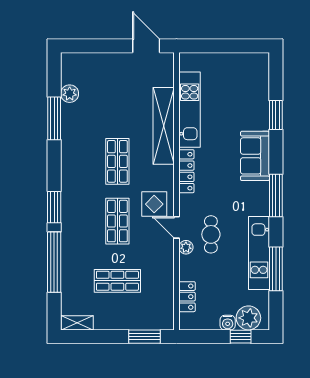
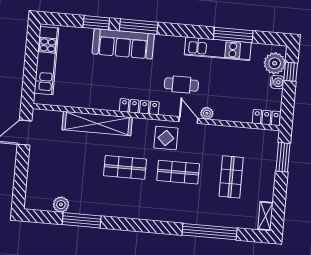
kitchen unit: (190, 110) -> (46, 61), moved, turned 90
sofa: (255, 156) -> (123, 44), width x1.36
window: (276, 195) -> (139, 26), moved
window: (54, 207) -> (161, 227), removed
door: (177, 227) -> (188, 120), swing flipped
cafe table: (211, 234) -> (181, 85), moved
locker: (187, 297) -> (266, 118), moved

